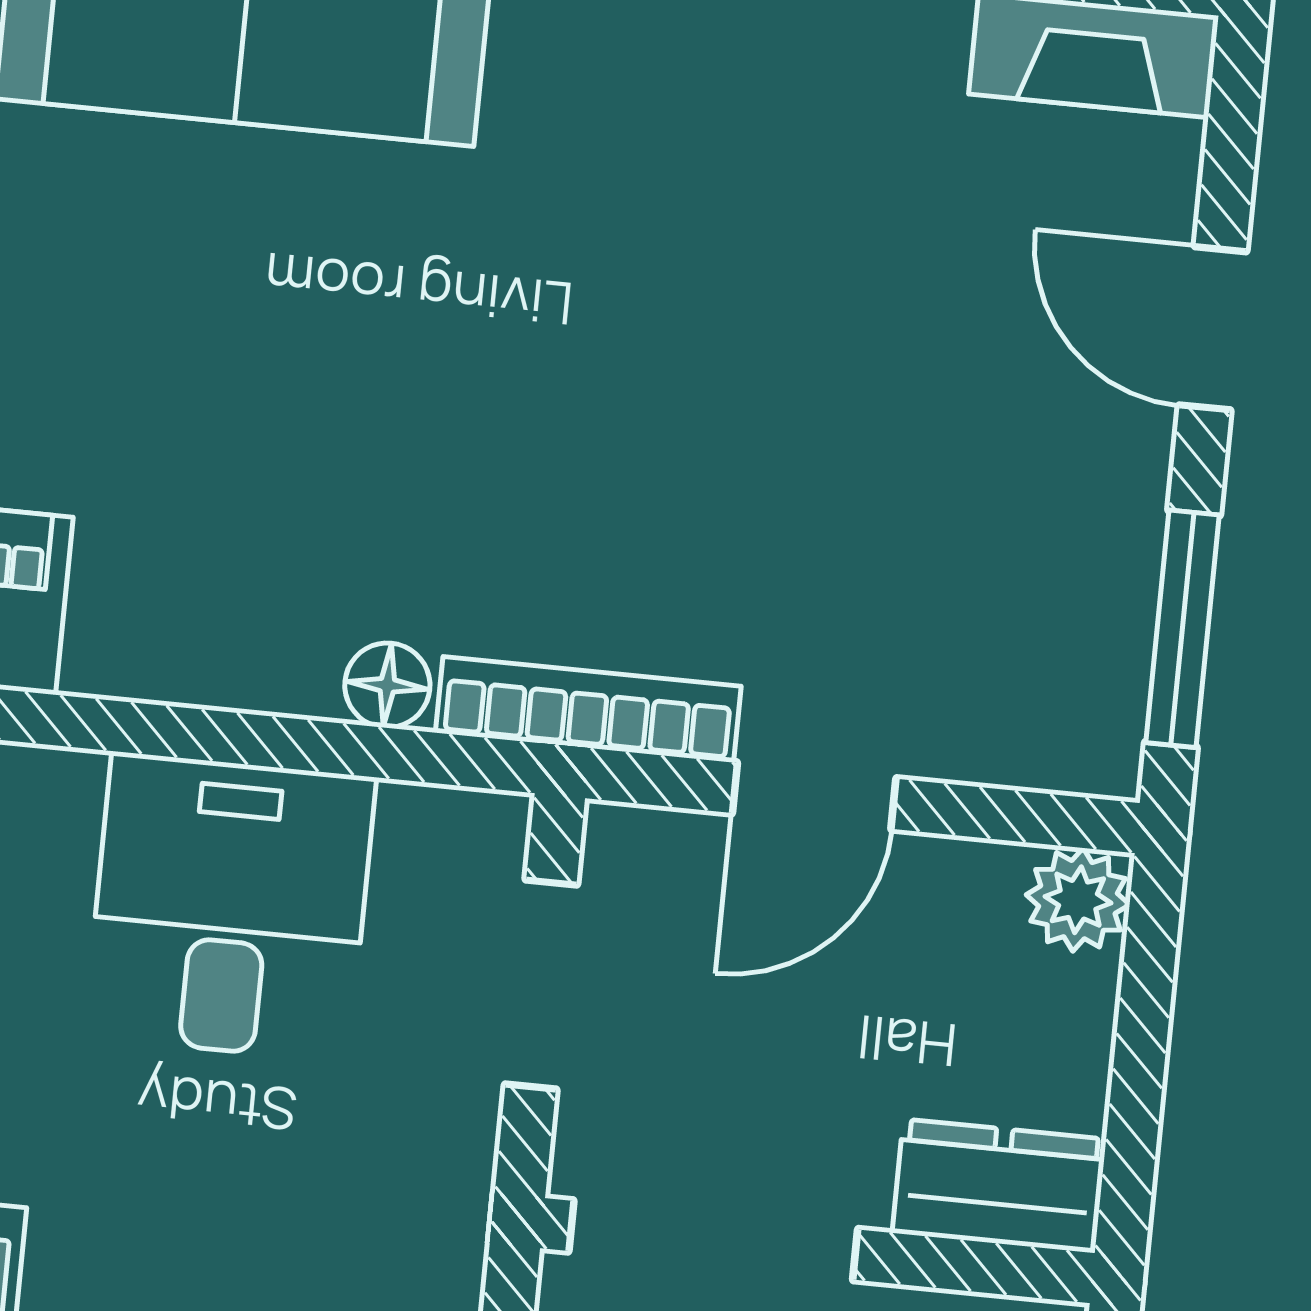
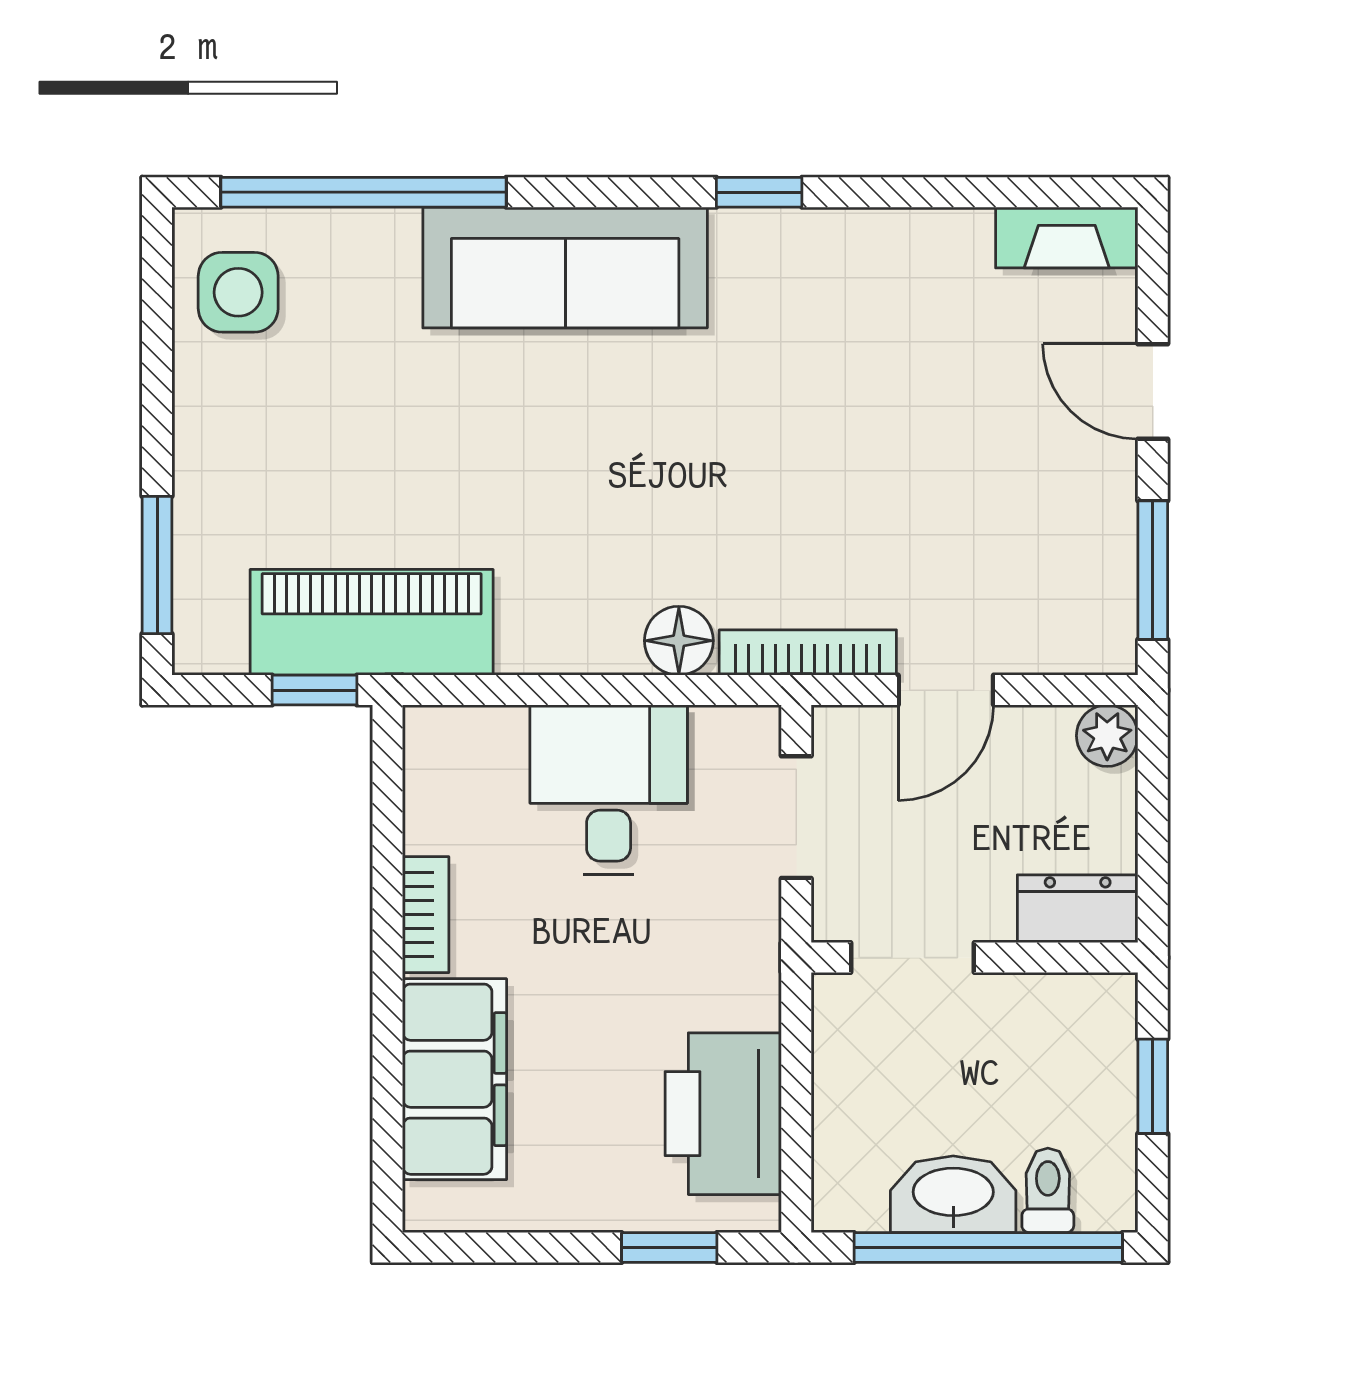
floor lamp: (387, 685) -> (679, 641), width x1.37, depth x1.37
doorway: (713, 1240) -> (913, 958), width x0.73

